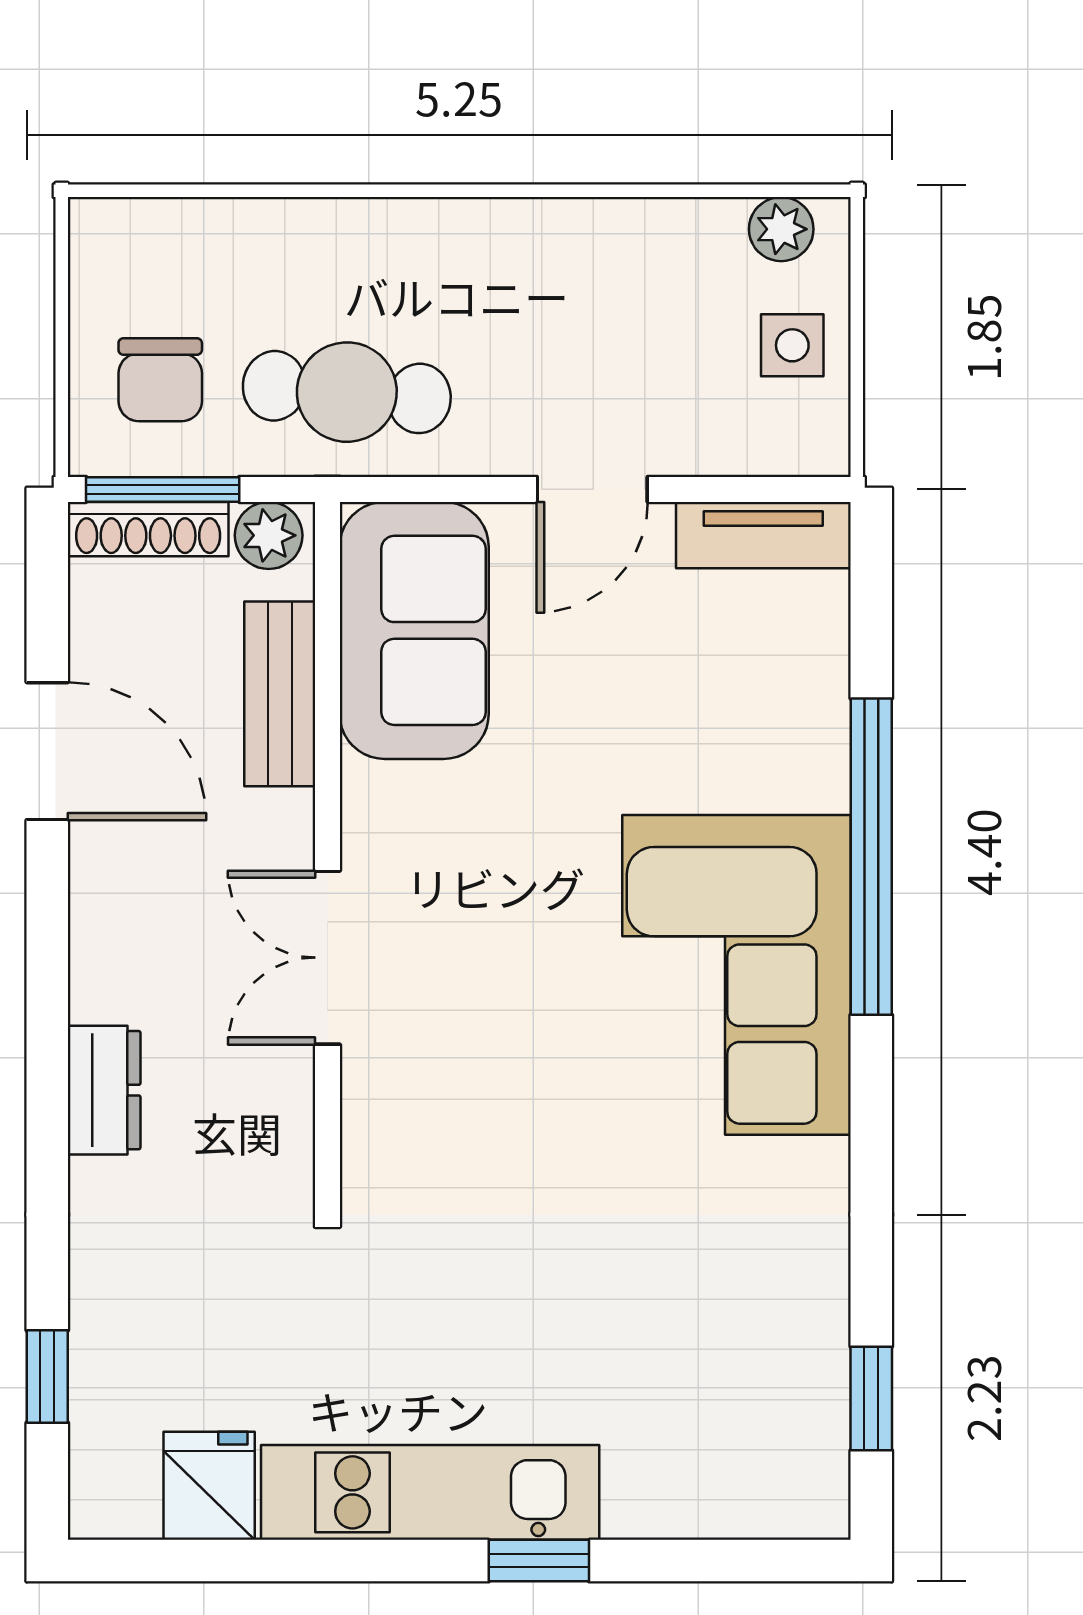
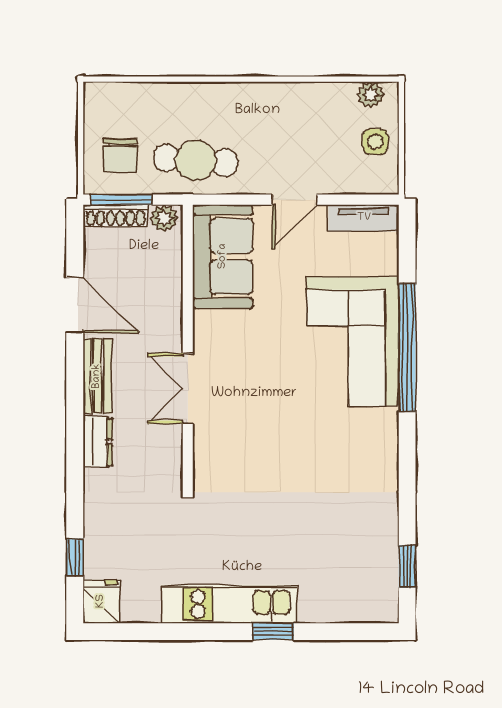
bench: (280, 694) -> (97, 376), moved
corner sofa: (737, 975) -> (353, 341), moved
fridge: (209, 1486) -> (101, 601), moved

